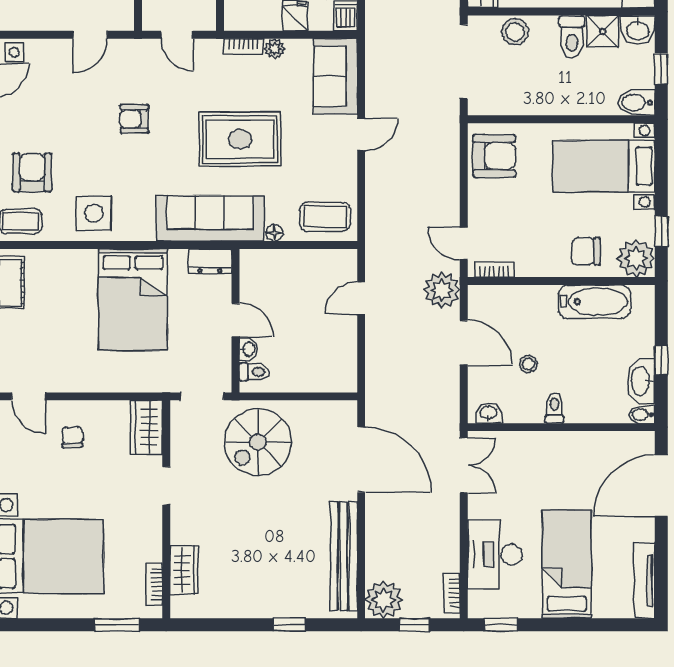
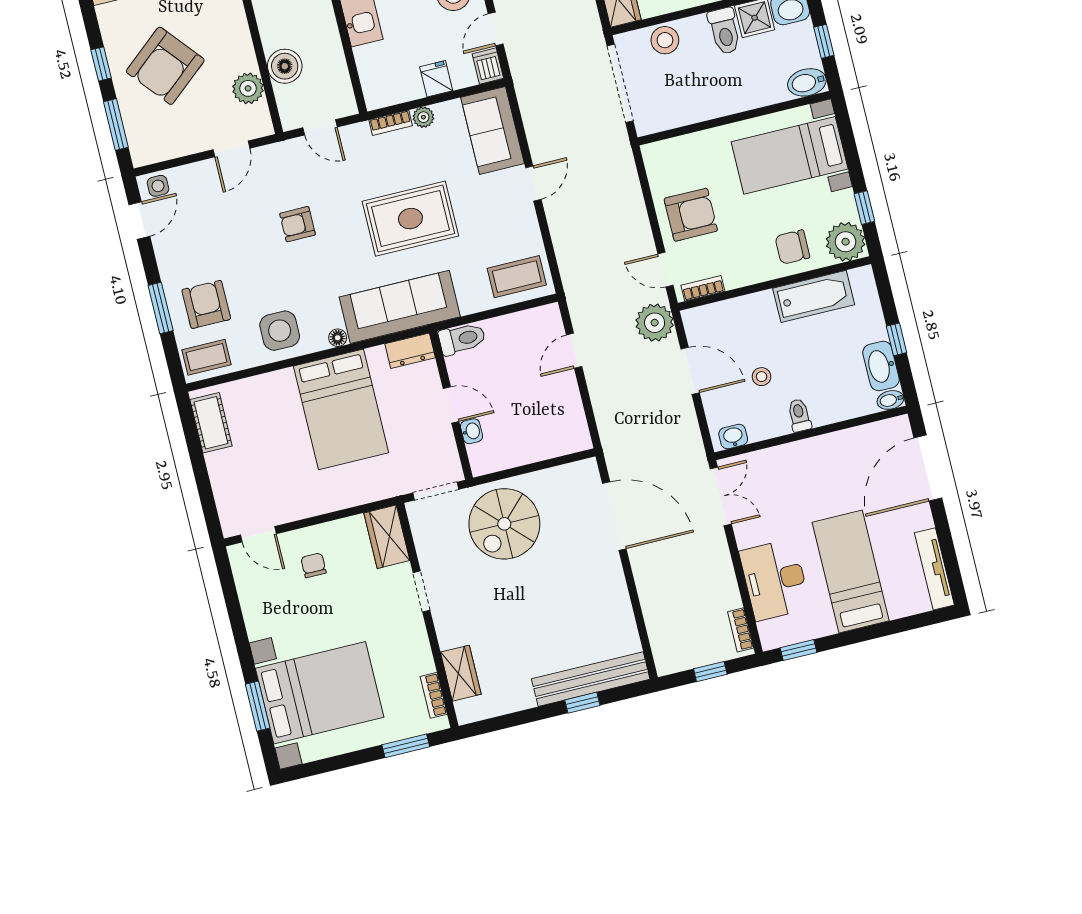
armchair: (494, 156) -> (691, 215), moved
floor lamp: (274, 233) -> (338, 338), moved
toilet: (255, 372) -> (462, 339), moved, width x1.37, depth x1.39
bench: (344, 556) -> (591, 679), moved, turned 90
plant: (384, 600) -> (672, 654), removed

